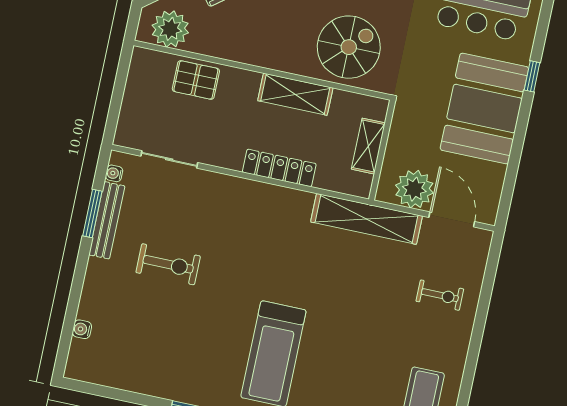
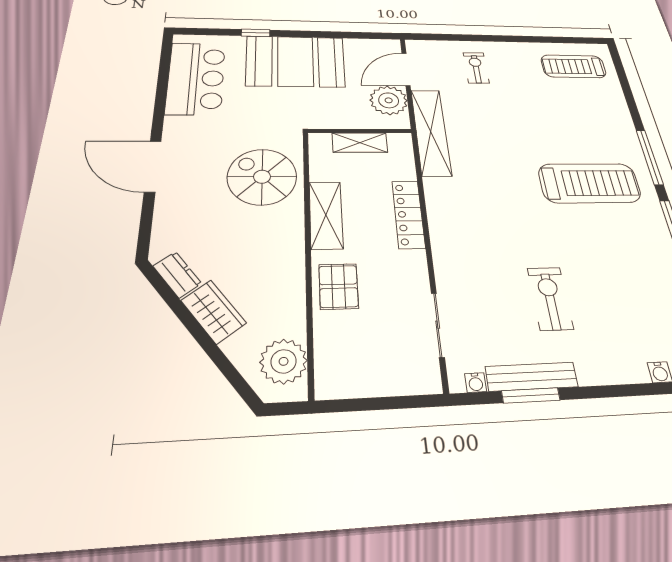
pallet: (196, 80) -> (339, 286), moved

